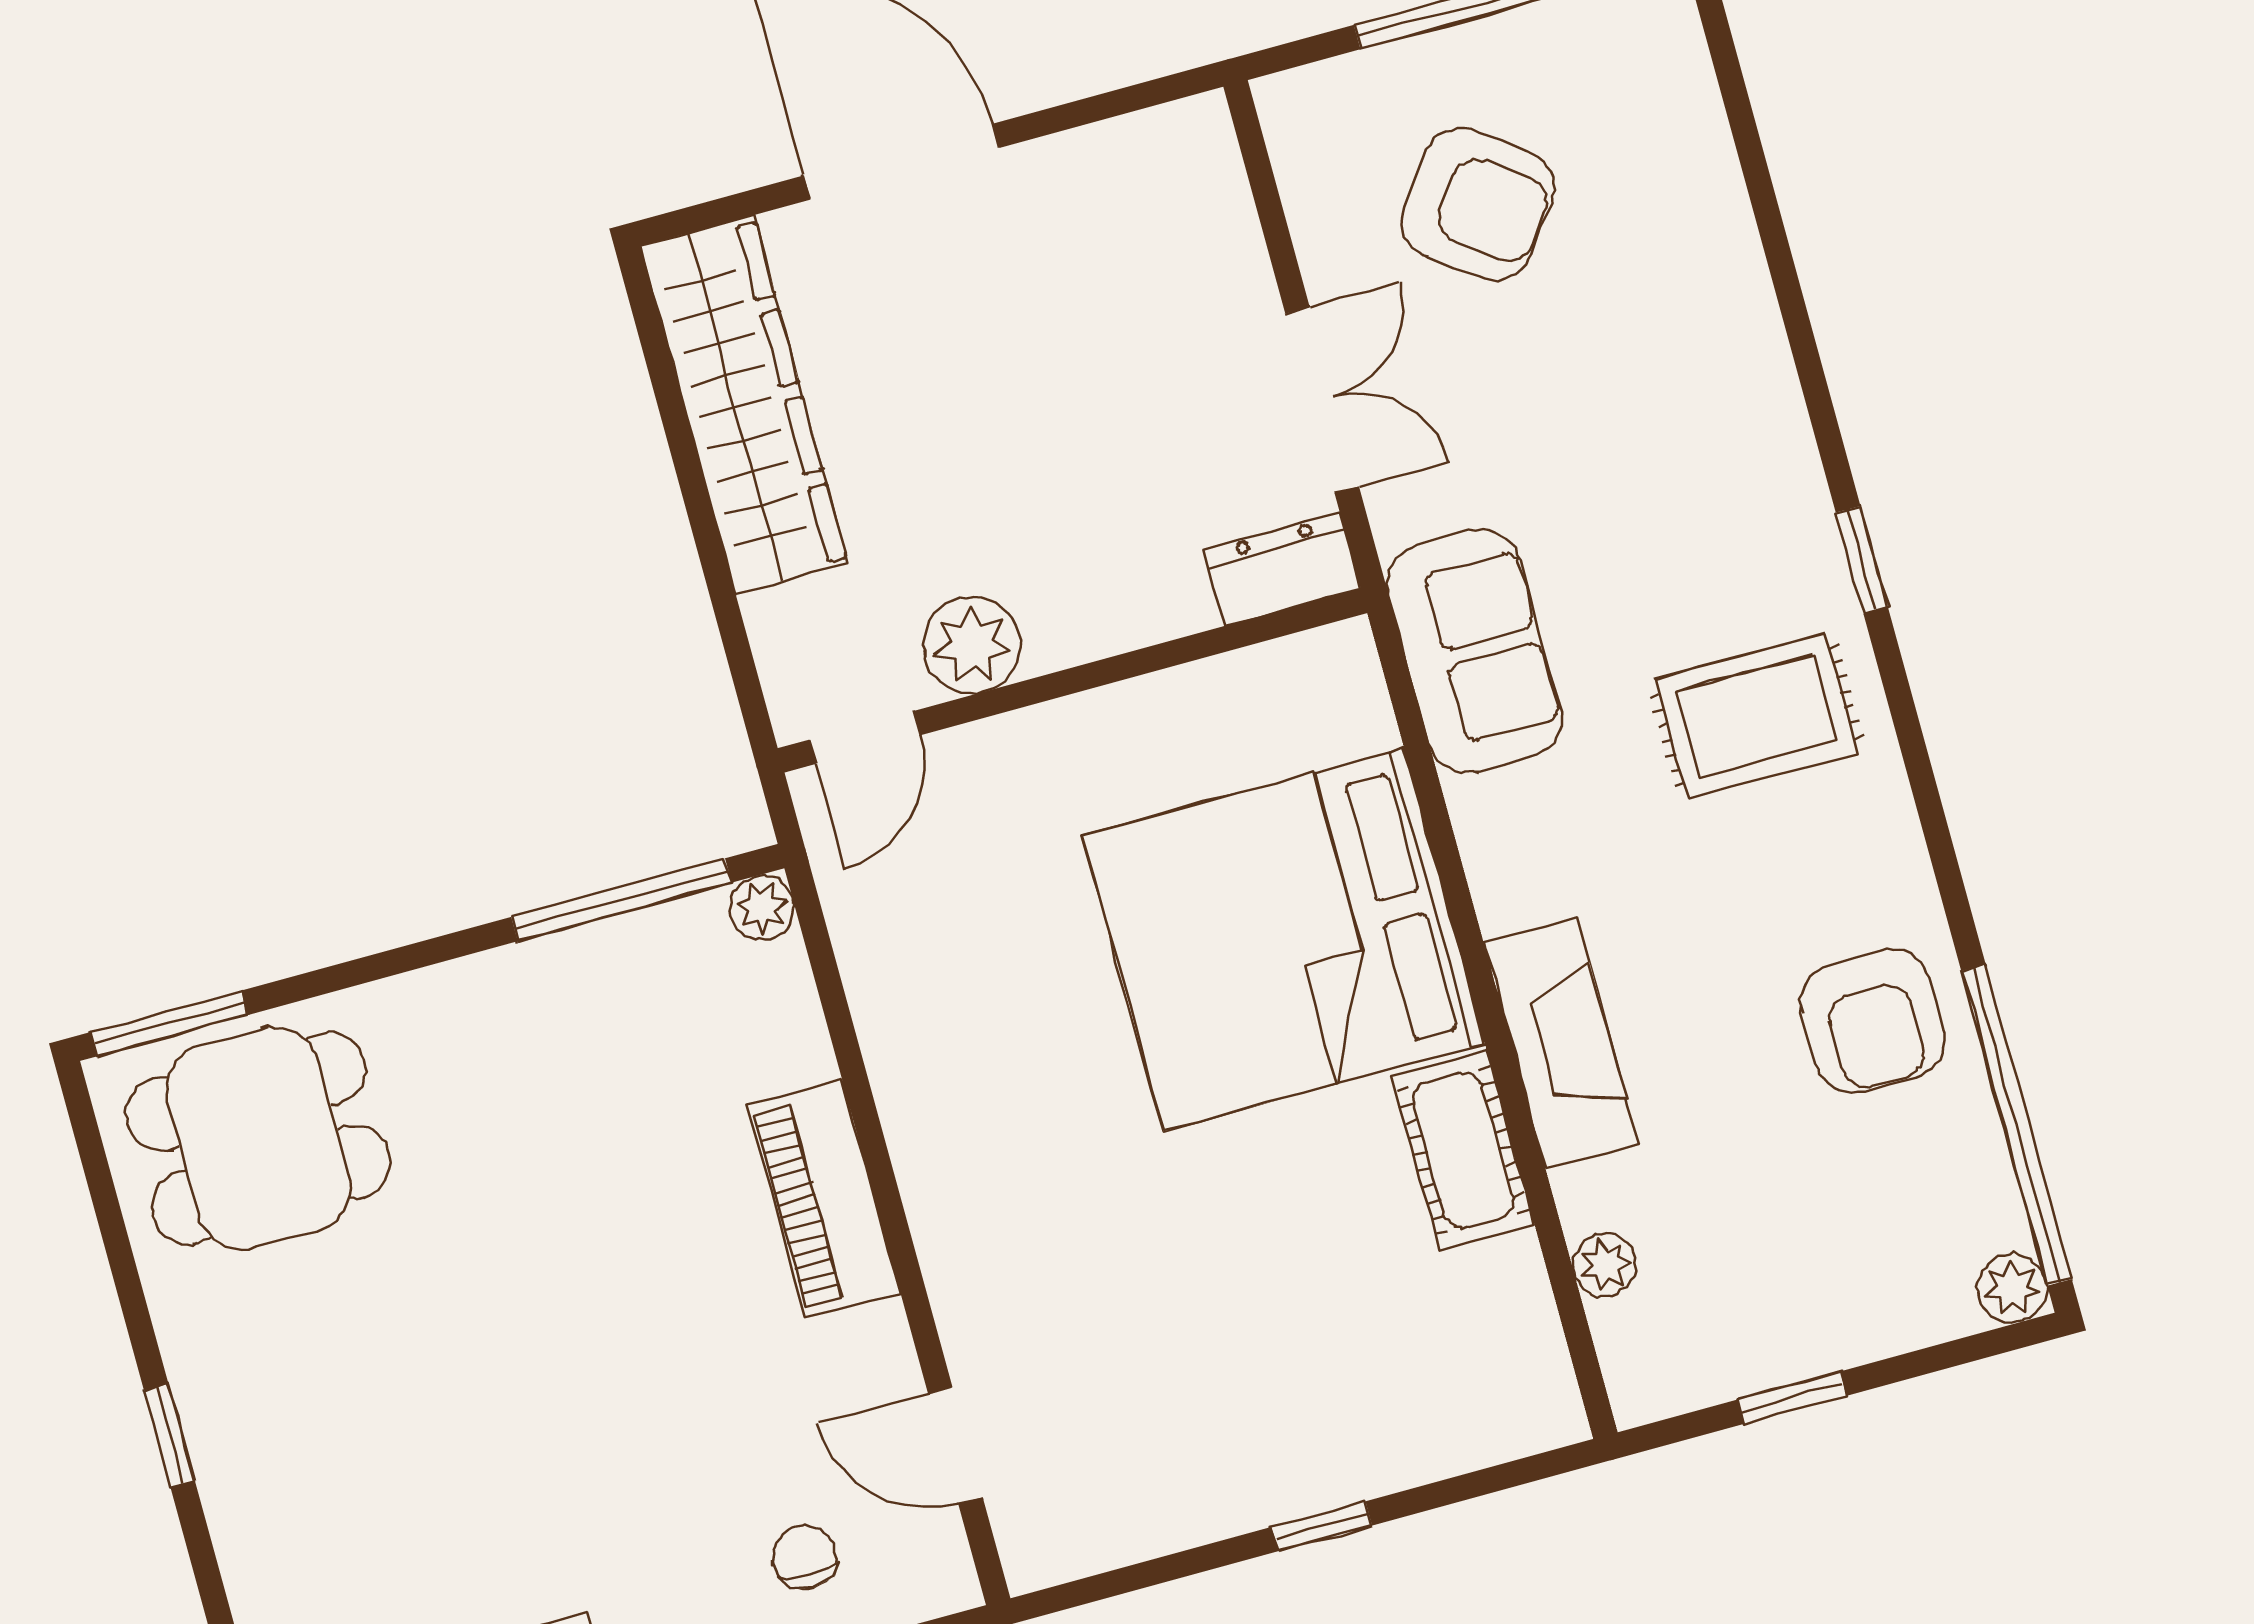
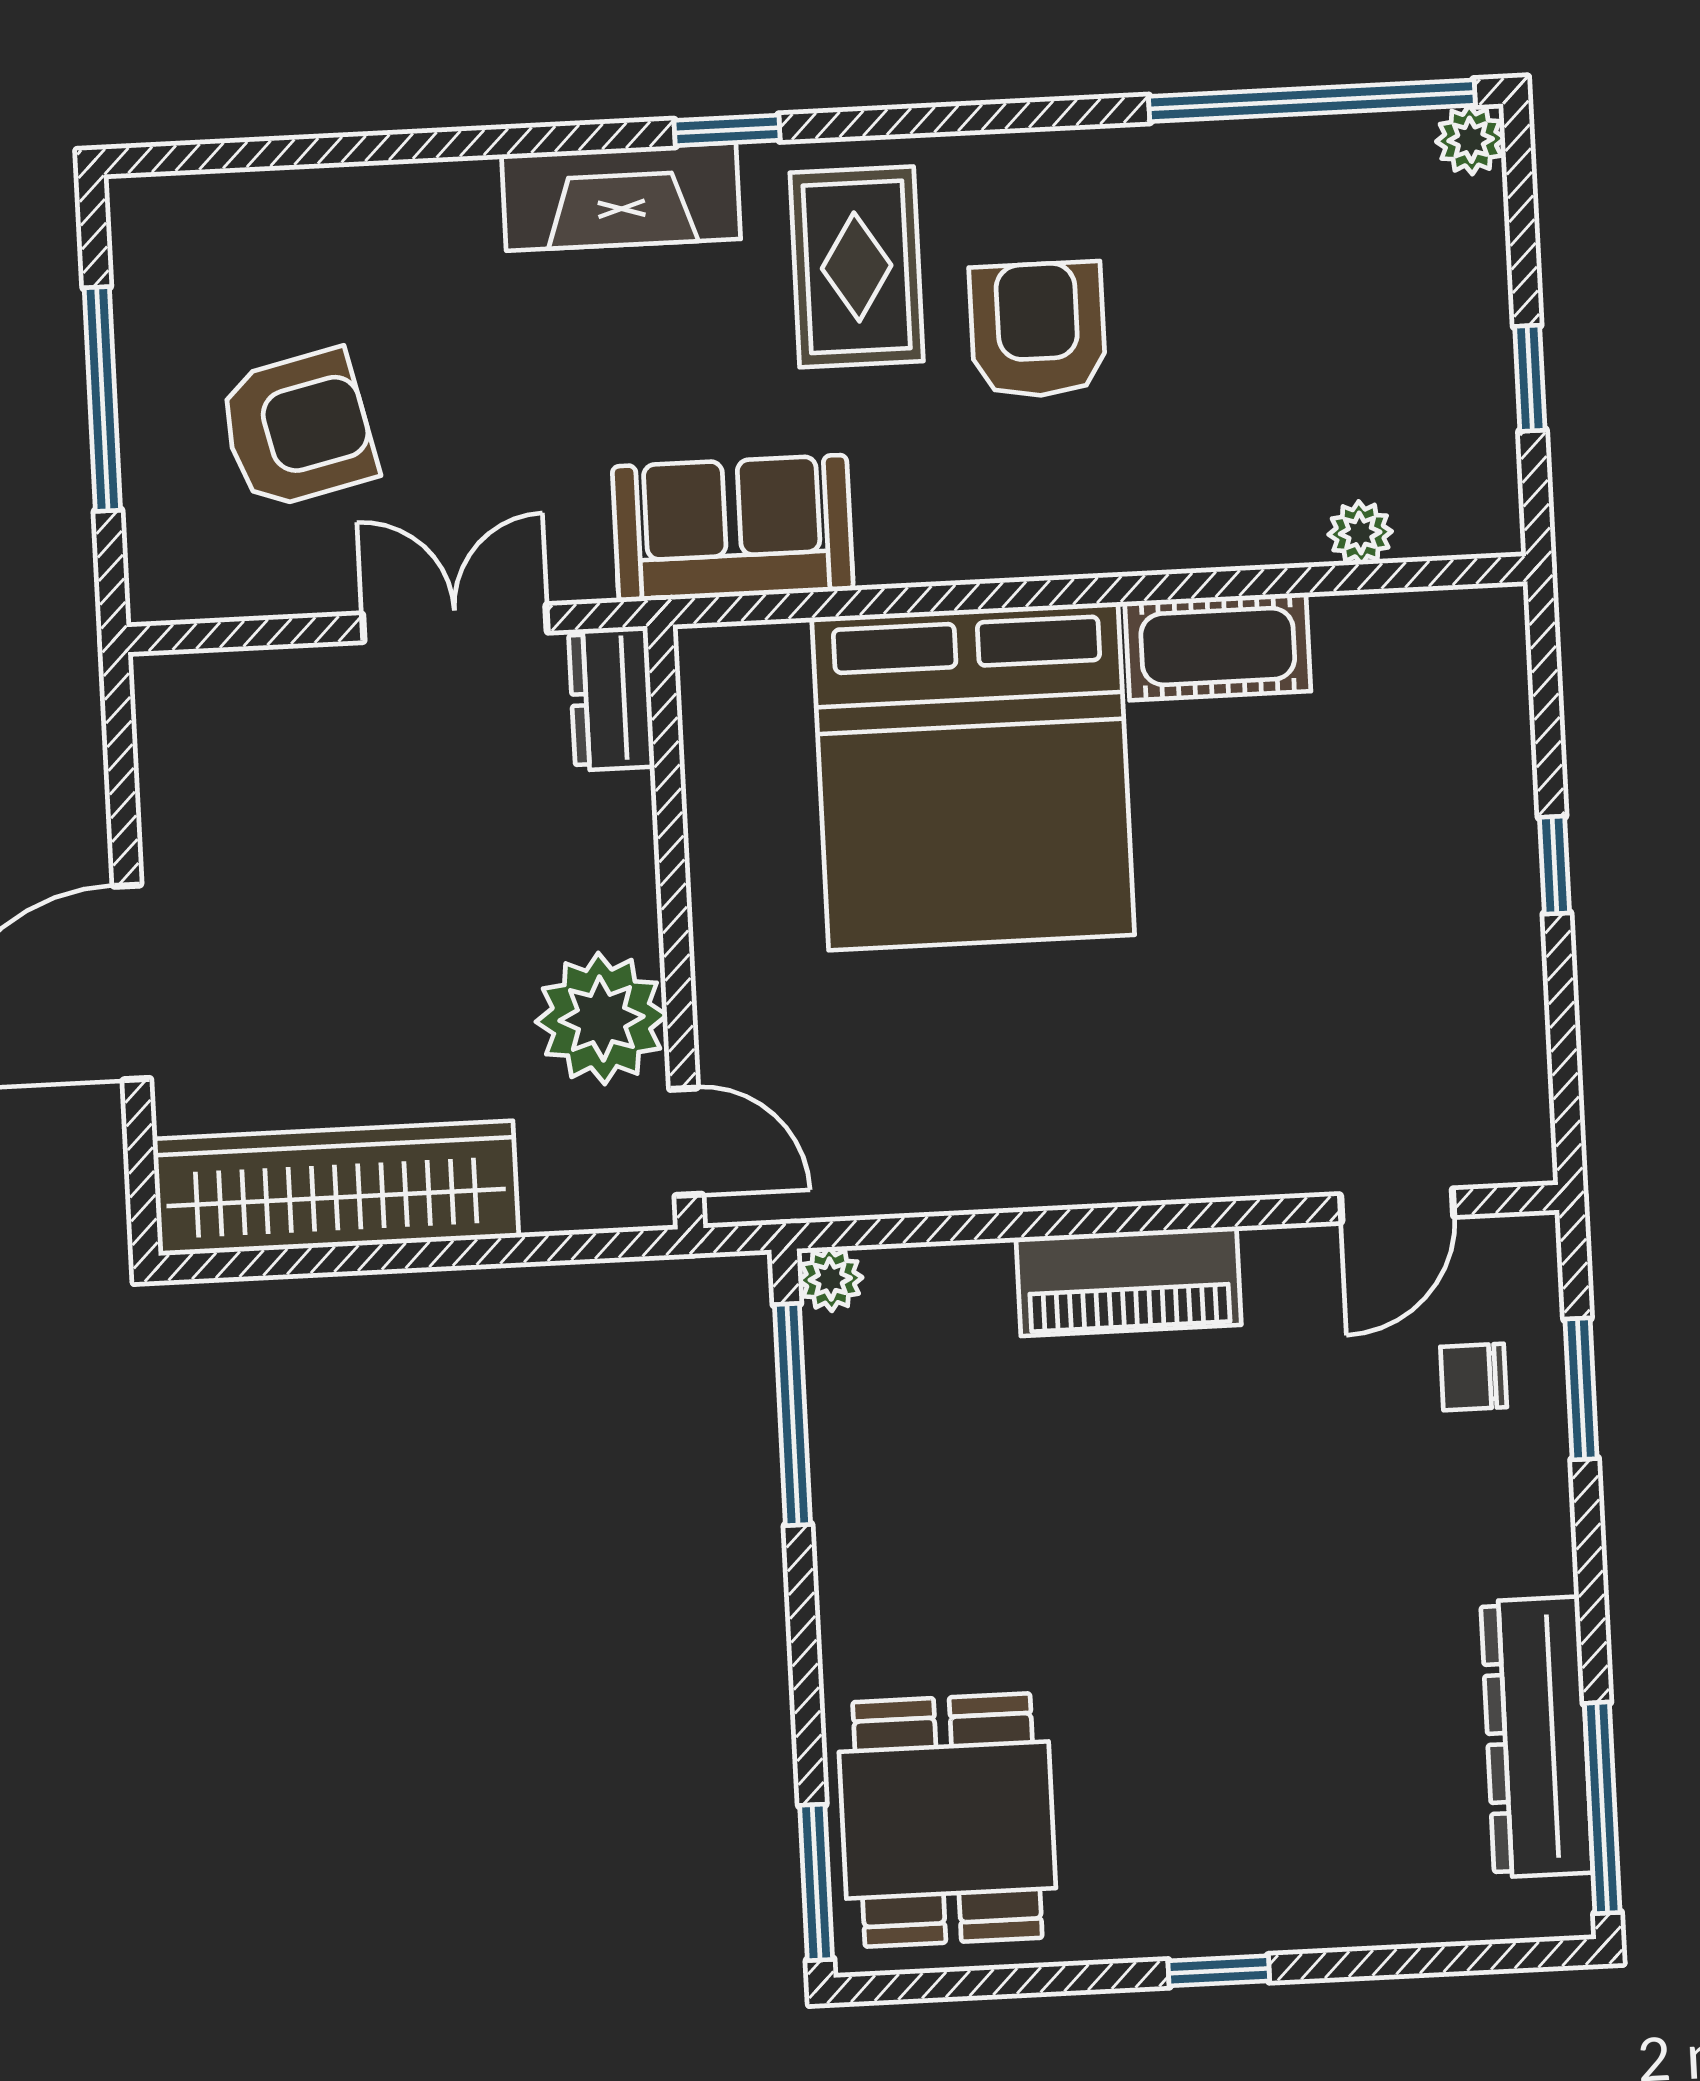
armchair: (1478, 204) -> (297, 429), turned 41
plant: (972, 645) -> (601, 1018), width x1.36, depth x1.36
armchair: (1873, 1021) -> (1038, 330), moved, turned -90
fireplace: (1561, 1043) -> (621, 197), moved, turned 180

